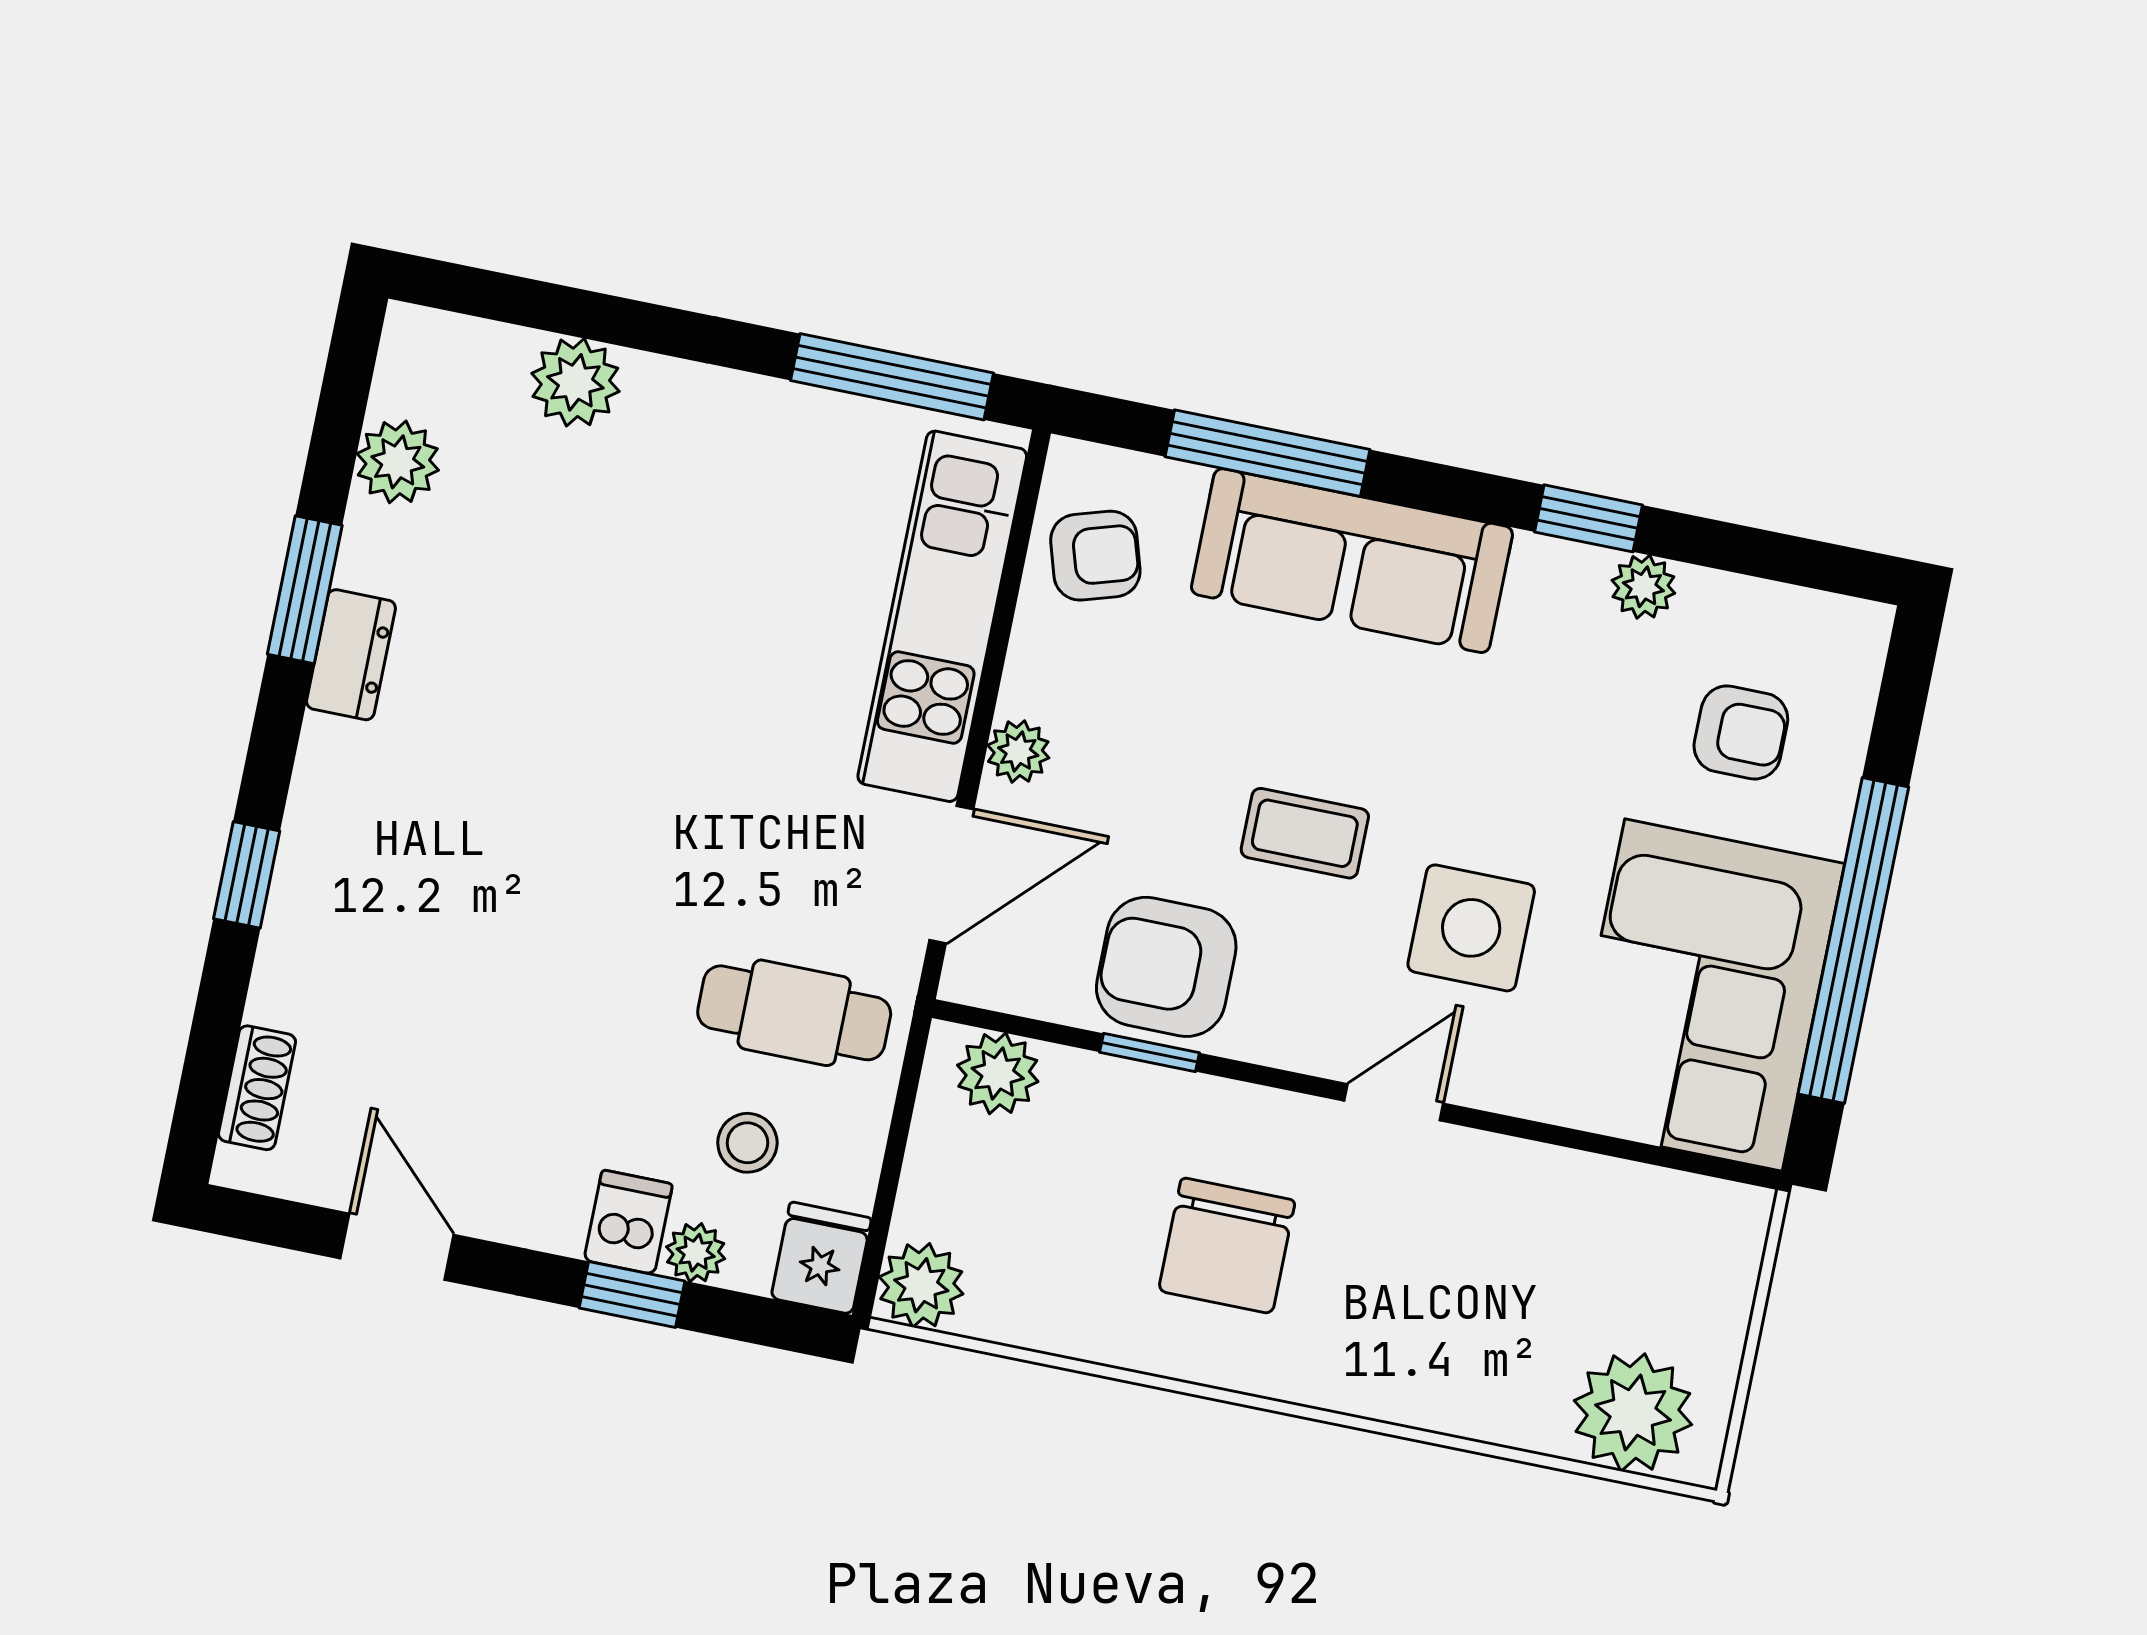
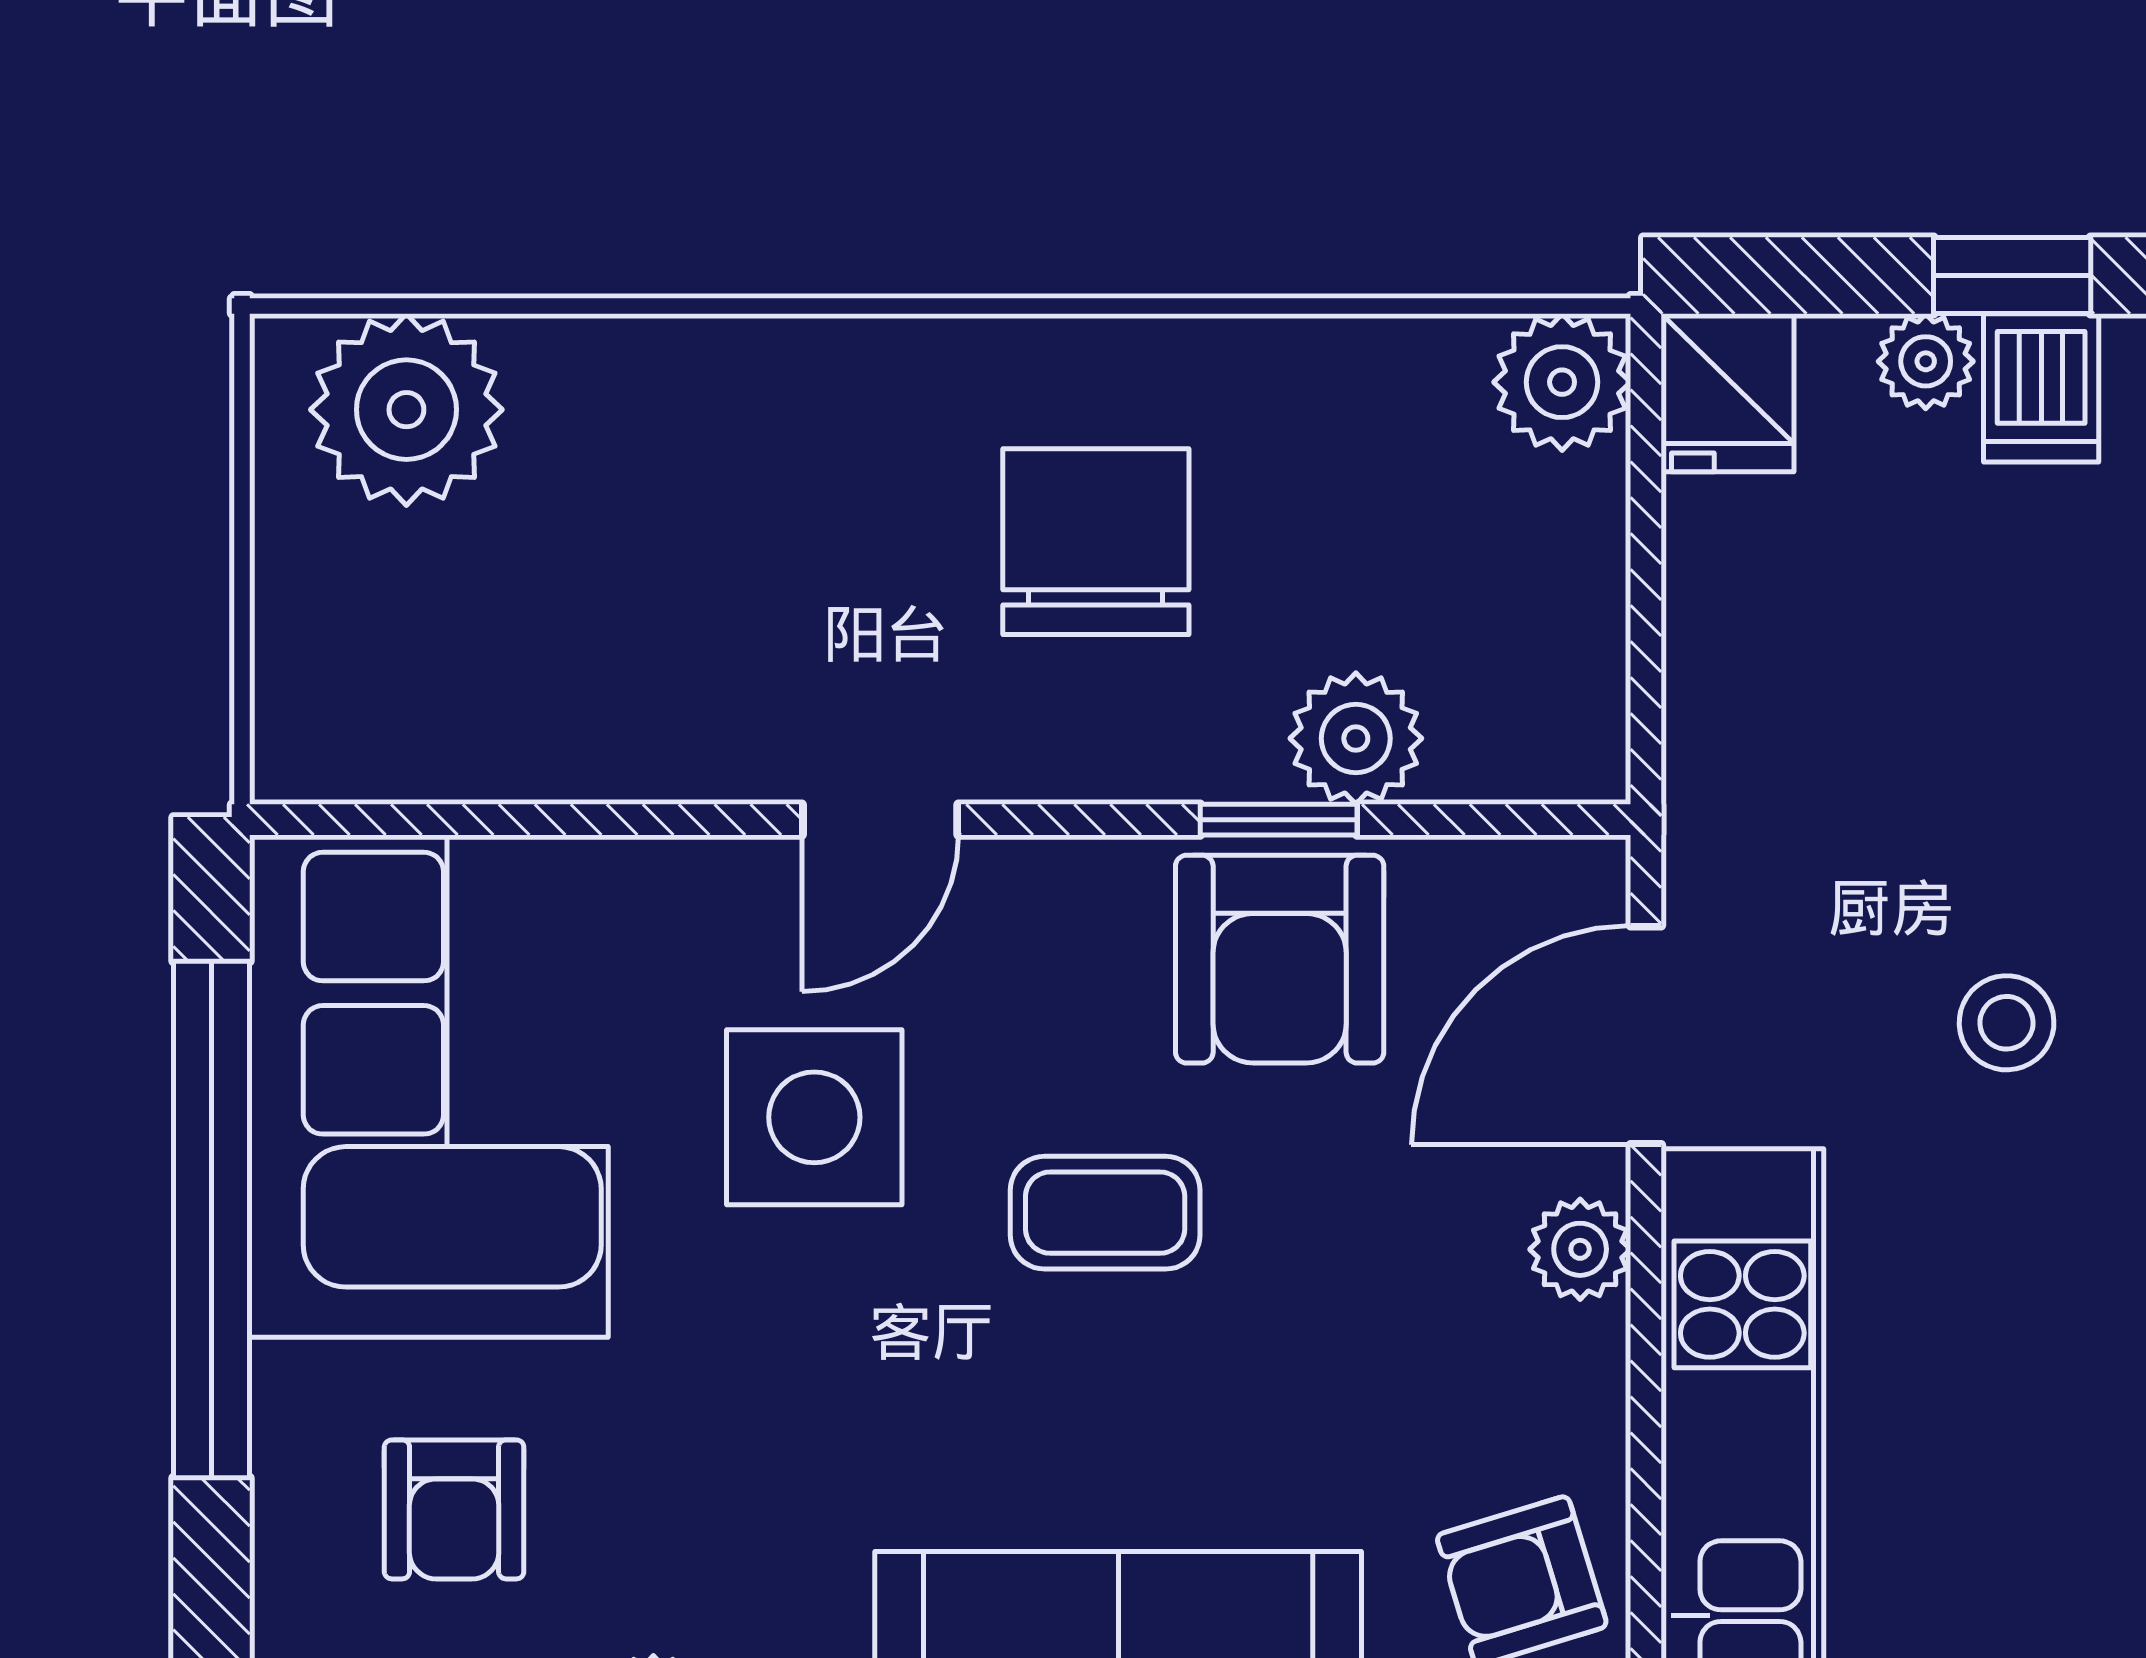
armchair: (1741, 732) -> (454, 1509), turned -90
armchair: (1166, 967) -> (1280, 959), turned 90
cafe table: (794, 1013) -> (1848, 769), removed
plant: (998, 1073) -> (1356, 738), moved
stool: (747, 1143) -> (2007, 1023), moved

